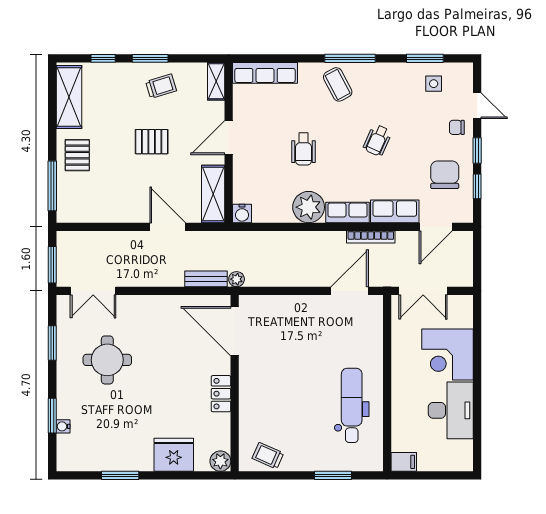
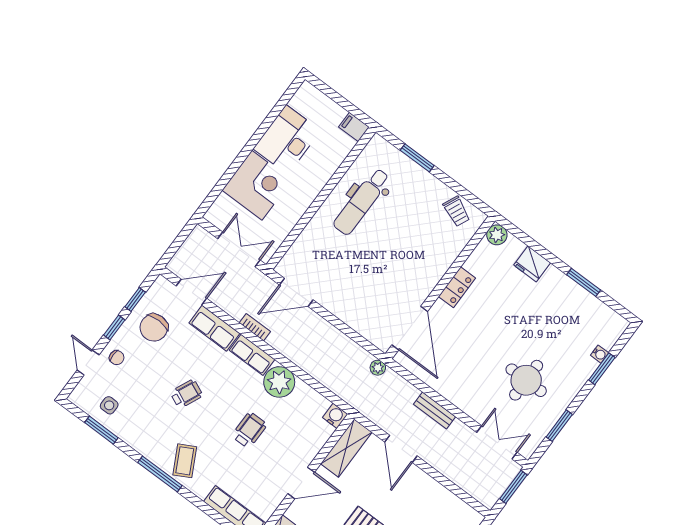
bookcase: (371, 237) -> (255, 327), width x0.64
bench: (206, 279) -> (435, 410), moved
fridge: (174, 455) -> (532, 264), width x0.73, depth x0.75

